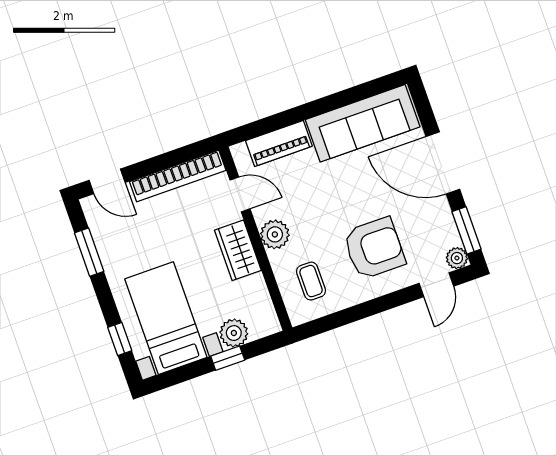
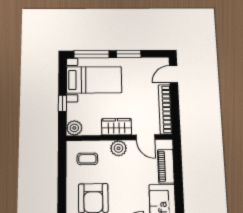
door: (240, 194) -> (145, 137), hinge flipped
window: (89, 252) -> (129, 54), moved
plant: (234, 333) -> (74, 128), moved
window: (120, 339) -> (92, 54), width x2.17

